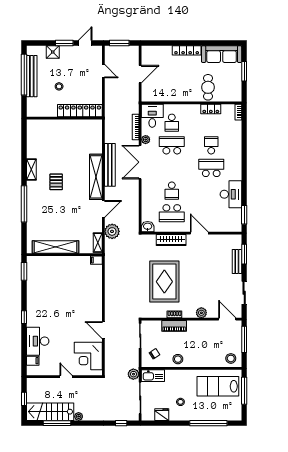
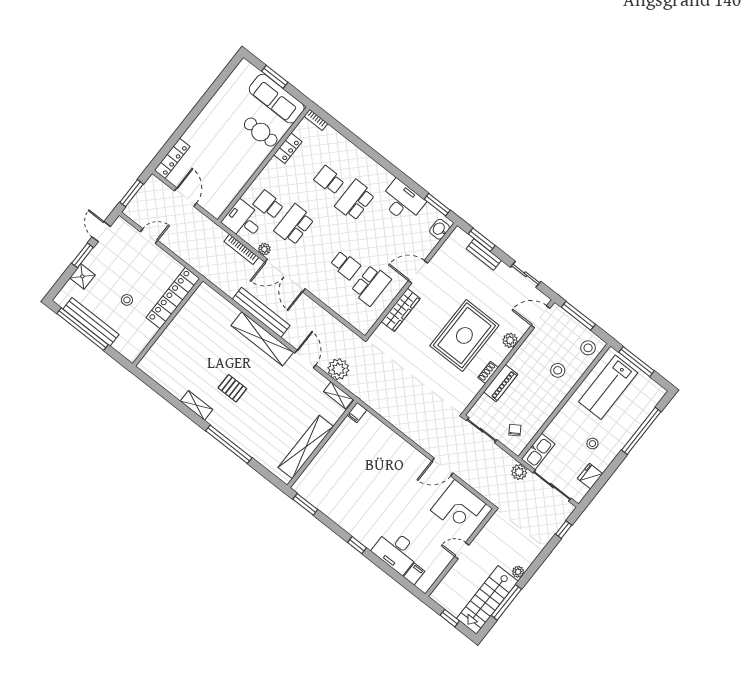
locker: (187, 50) -> (172, 158), moved
sofa: (222, 54) -> (277, 99), moved, turned 90
school desk: (172, 123) -> (269, 205), turned 180
washbasin: (148, 227) -> (440, 229), moved
rug: (164, 282) -> (464, 335), moved, turned 90
stool: (178, 359) -> (558, 370), moved

